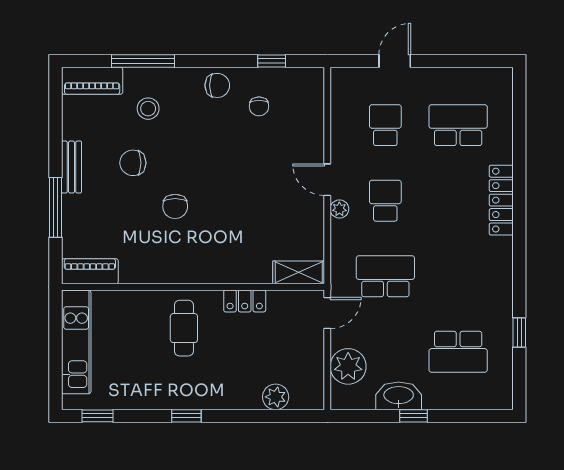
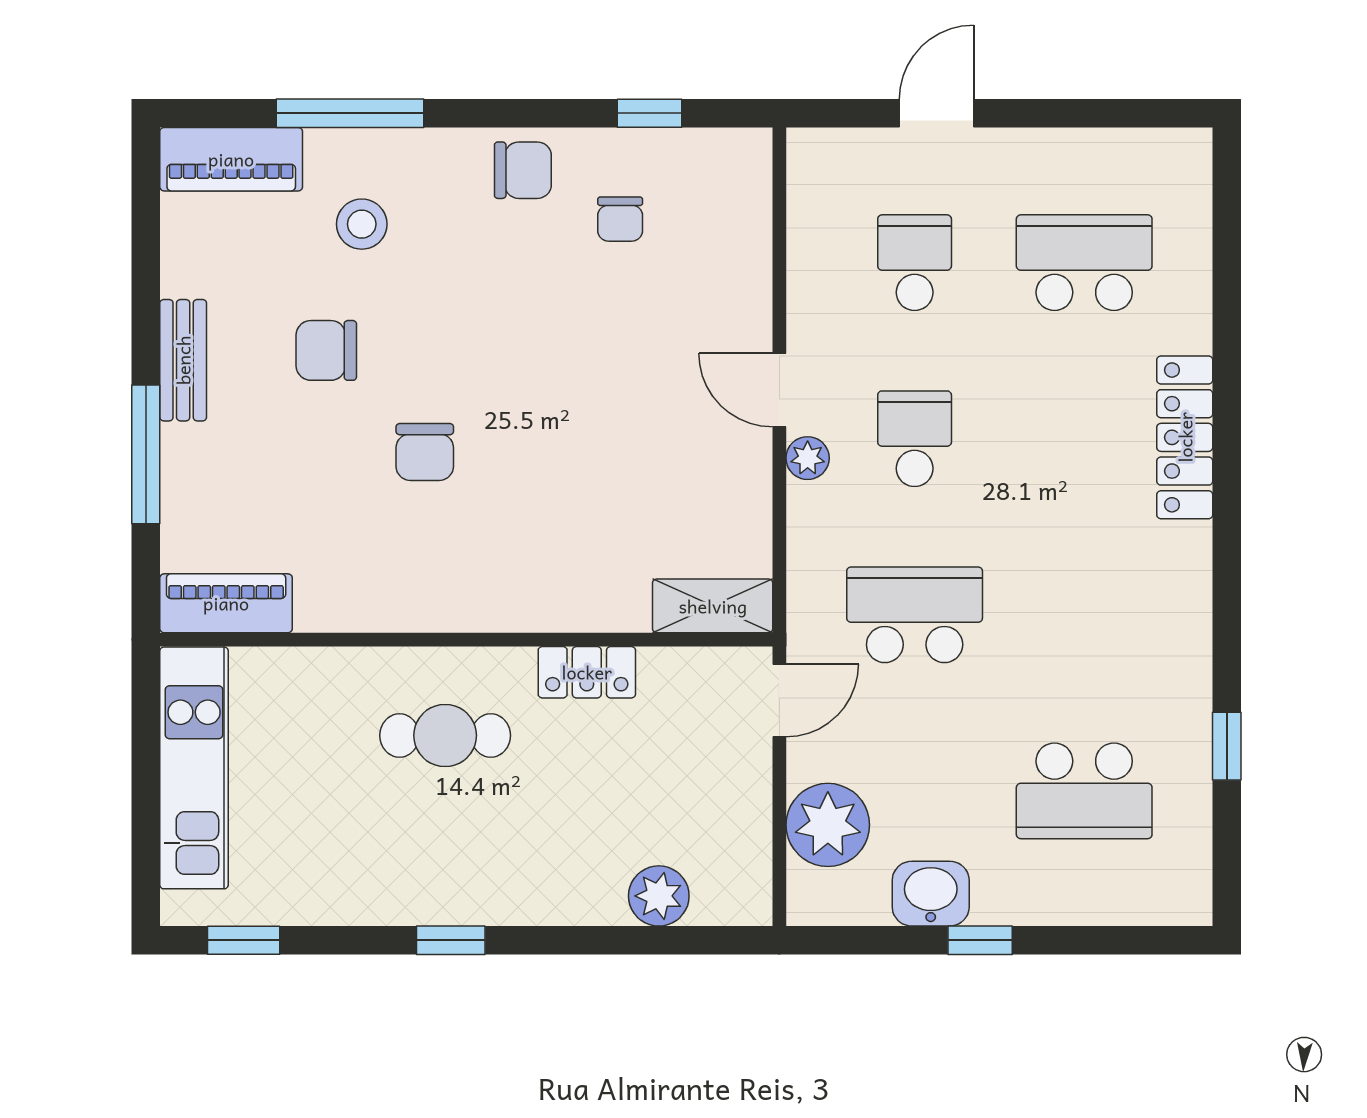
cafe table: (184, 328) -> (445, 735), turned 90
washbasin: (399, 396) -> (931, 894), width x0.72

